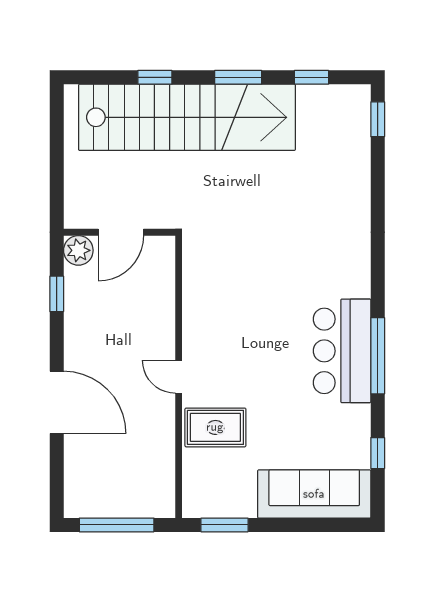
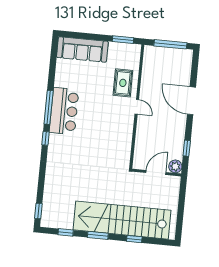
rug: (215, 427) -> (123, 83), turned 90
window: (378, 453) -> (46, 138), moved

